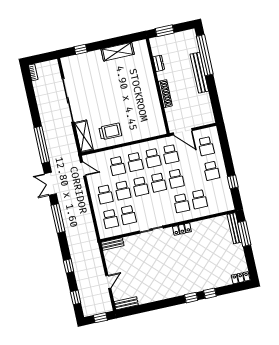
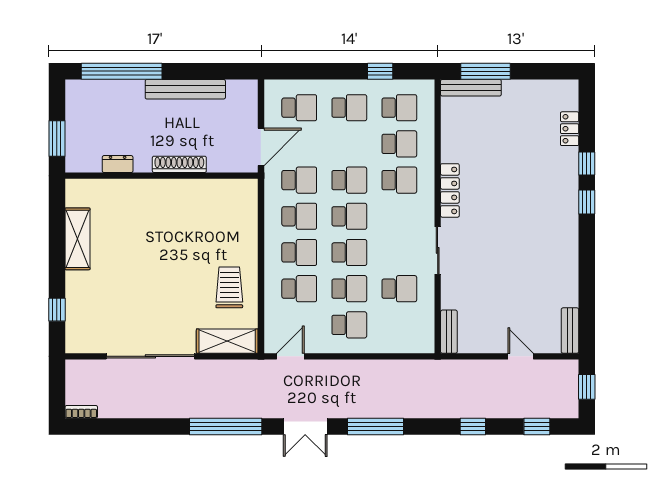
bench: (199, 73) -> (185, 89), moved
school desk: (110, 219) -> (399, 108), moved
locker: (182, 229) -> (450, 190), width x1.53
locker: (241, 278) -> (570, 129), moved

